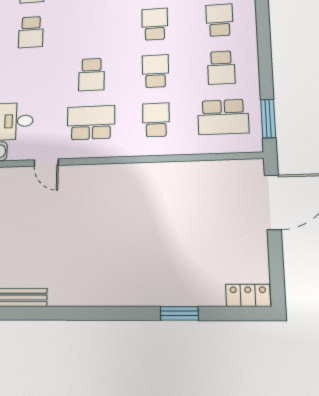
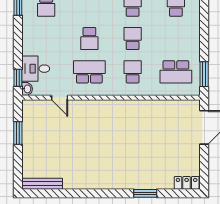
school desk: (221, 68) -> (176, 38), removed

